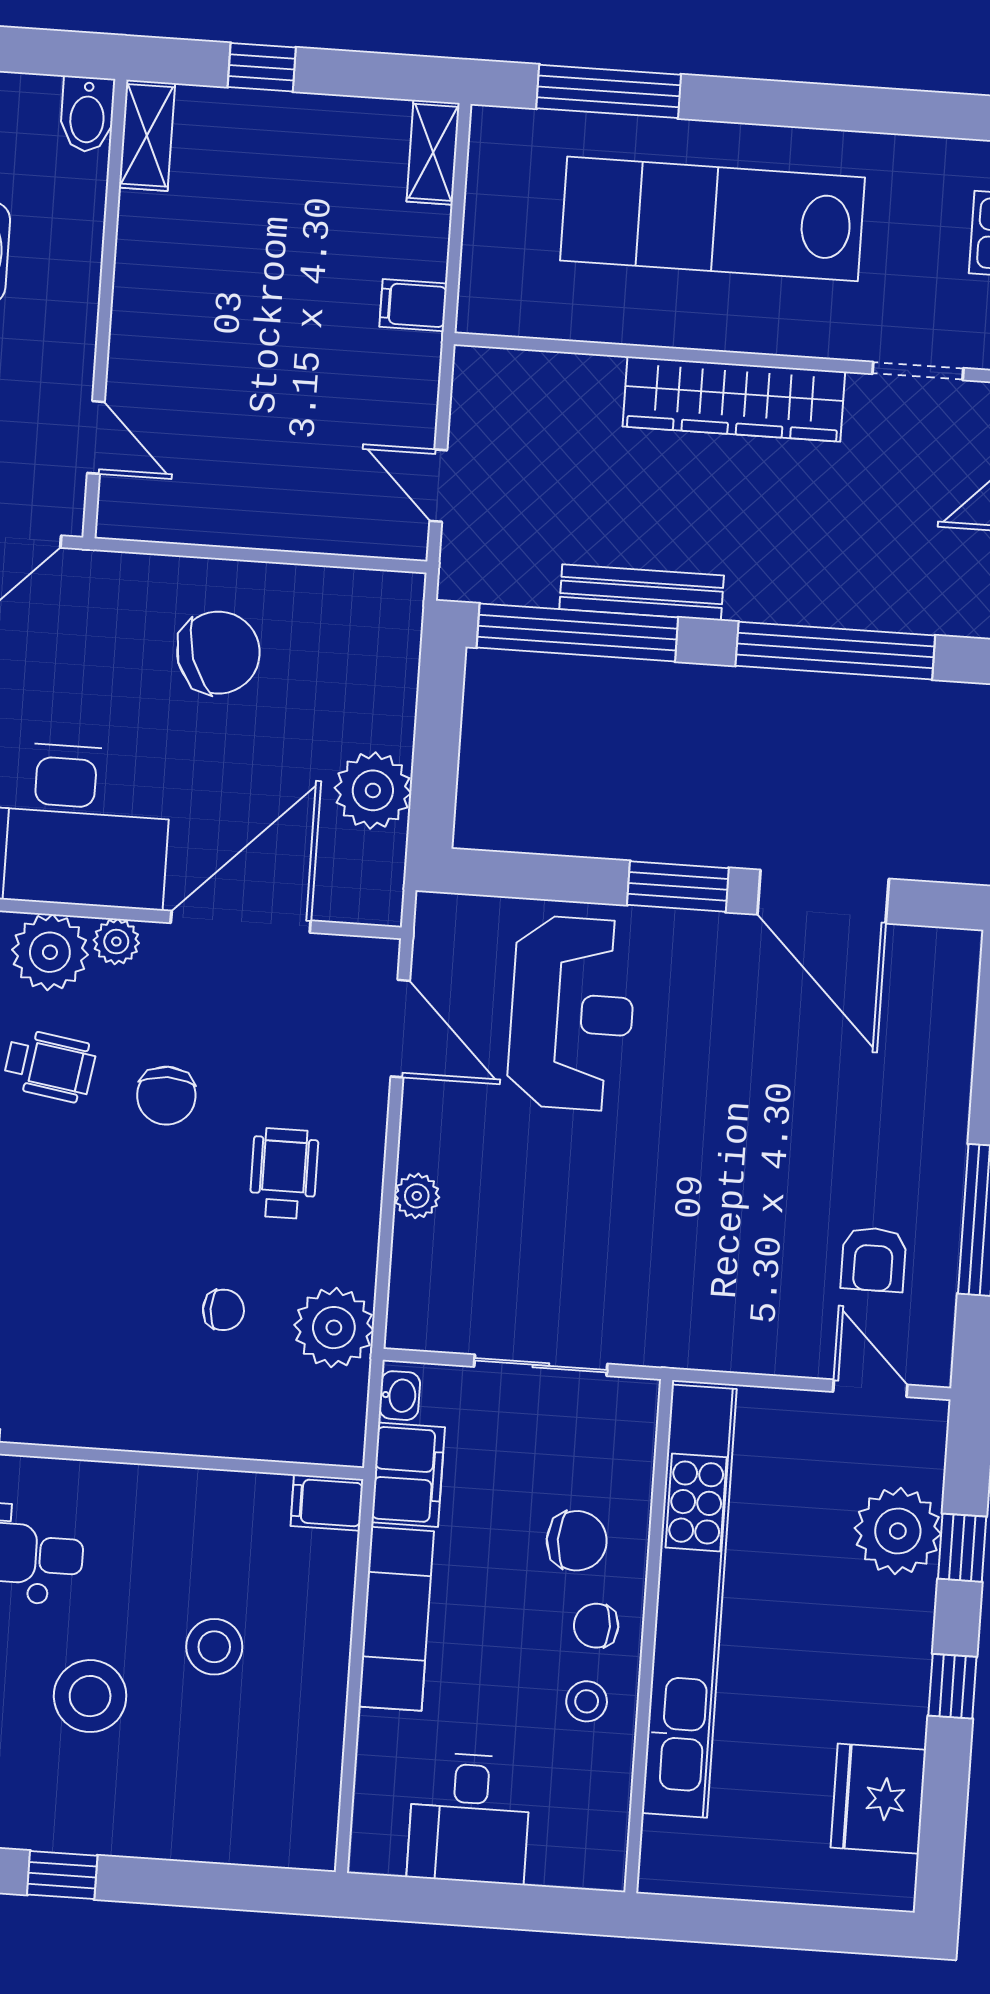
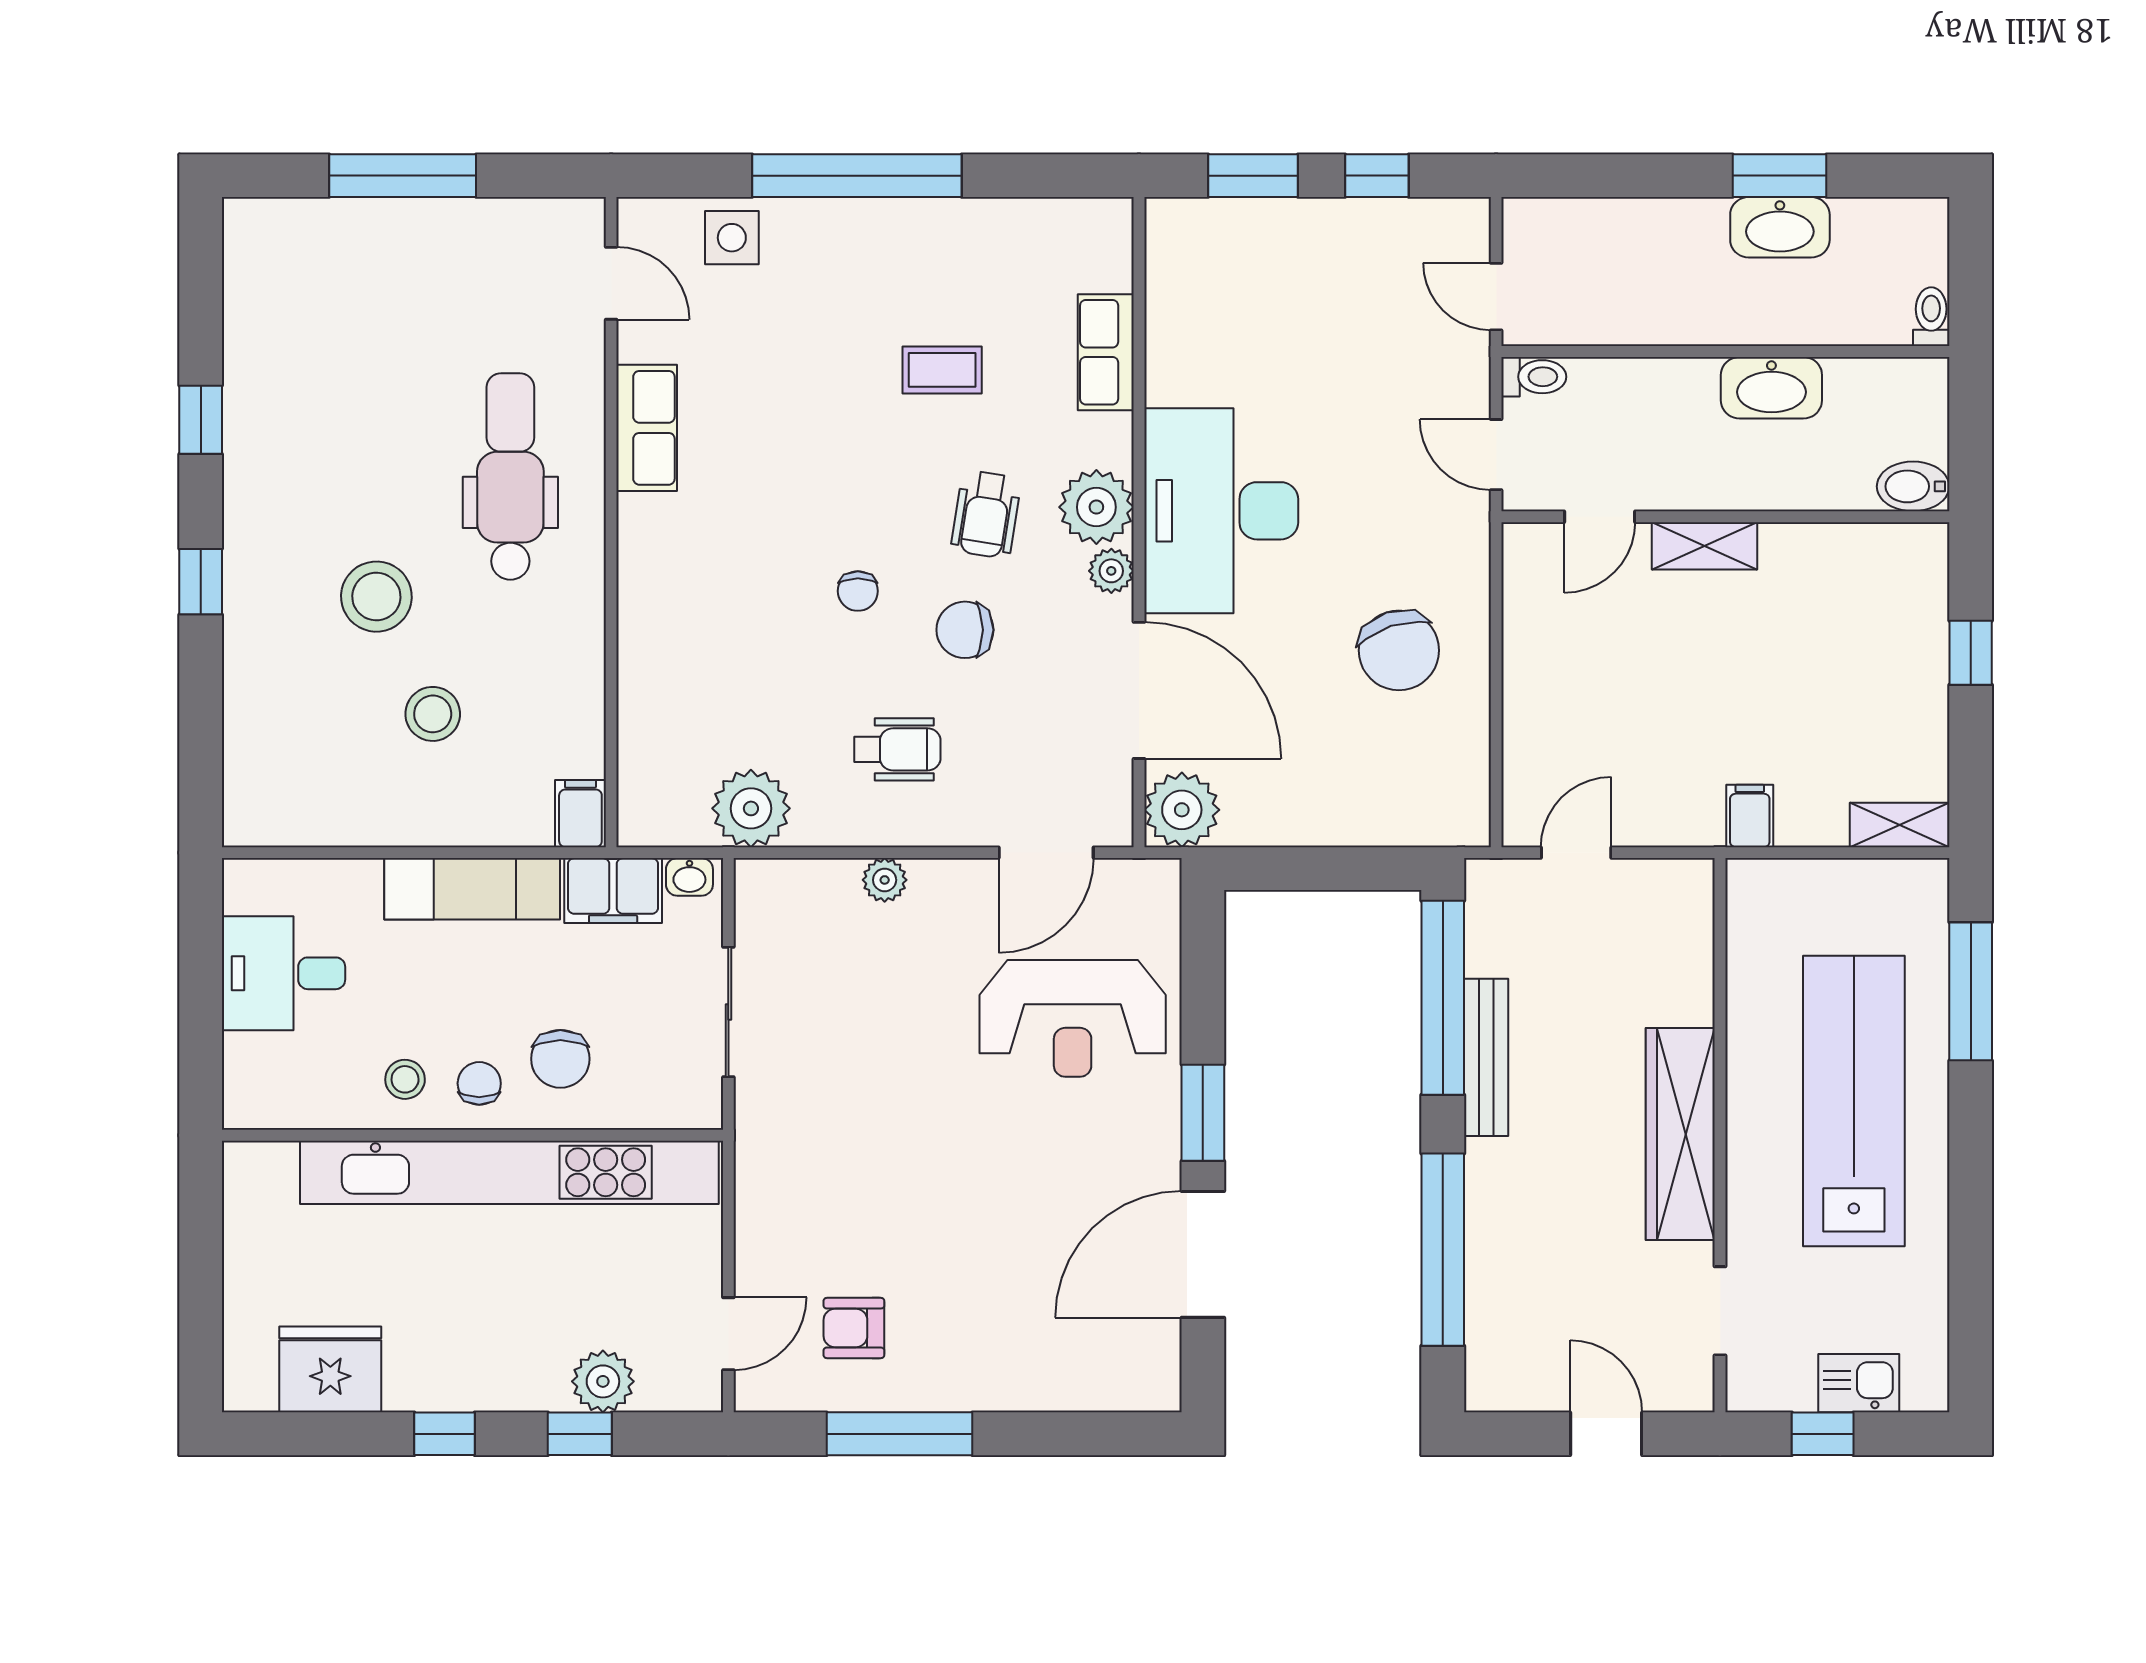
shelving: (147, 135) -> (1705, 546), moved
plant: (373, 790) -> (1182, 810), moved
chair: (223, 1310) -> (858, 591), moved
plant: (898, 1531) -> (603, 1381), width x0.73, depth x0.73

